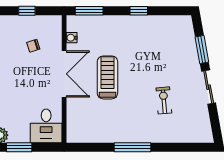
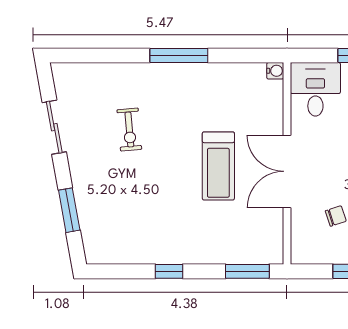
water cooler: (72, 38) -> (275, 71), moved
sliding door: (209, 87) -> (54, 127), moved

